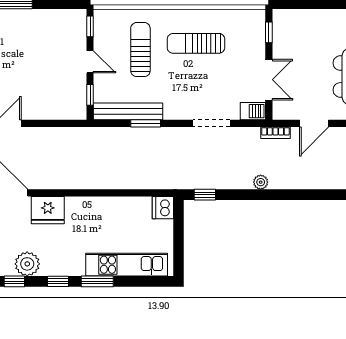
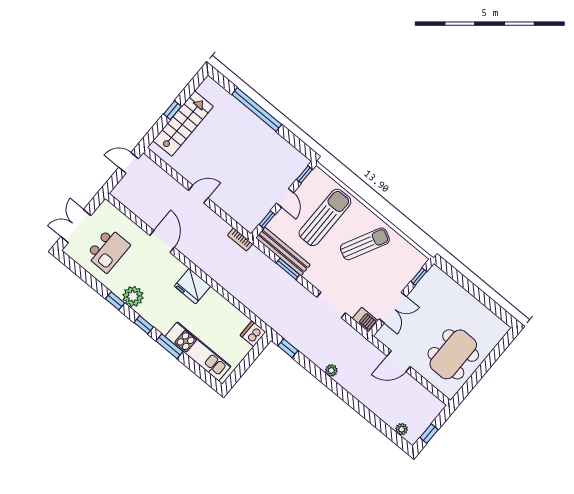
sun lounger: (196, 43) -> (365, 244), turned 117
sun lounger: (140, 50) -> (325, 217), width x1.36, depth x1.34
bookcase: (275, 133) -> (240, 239), moved
fridge: (48, 210) -> (193, 286), moved

